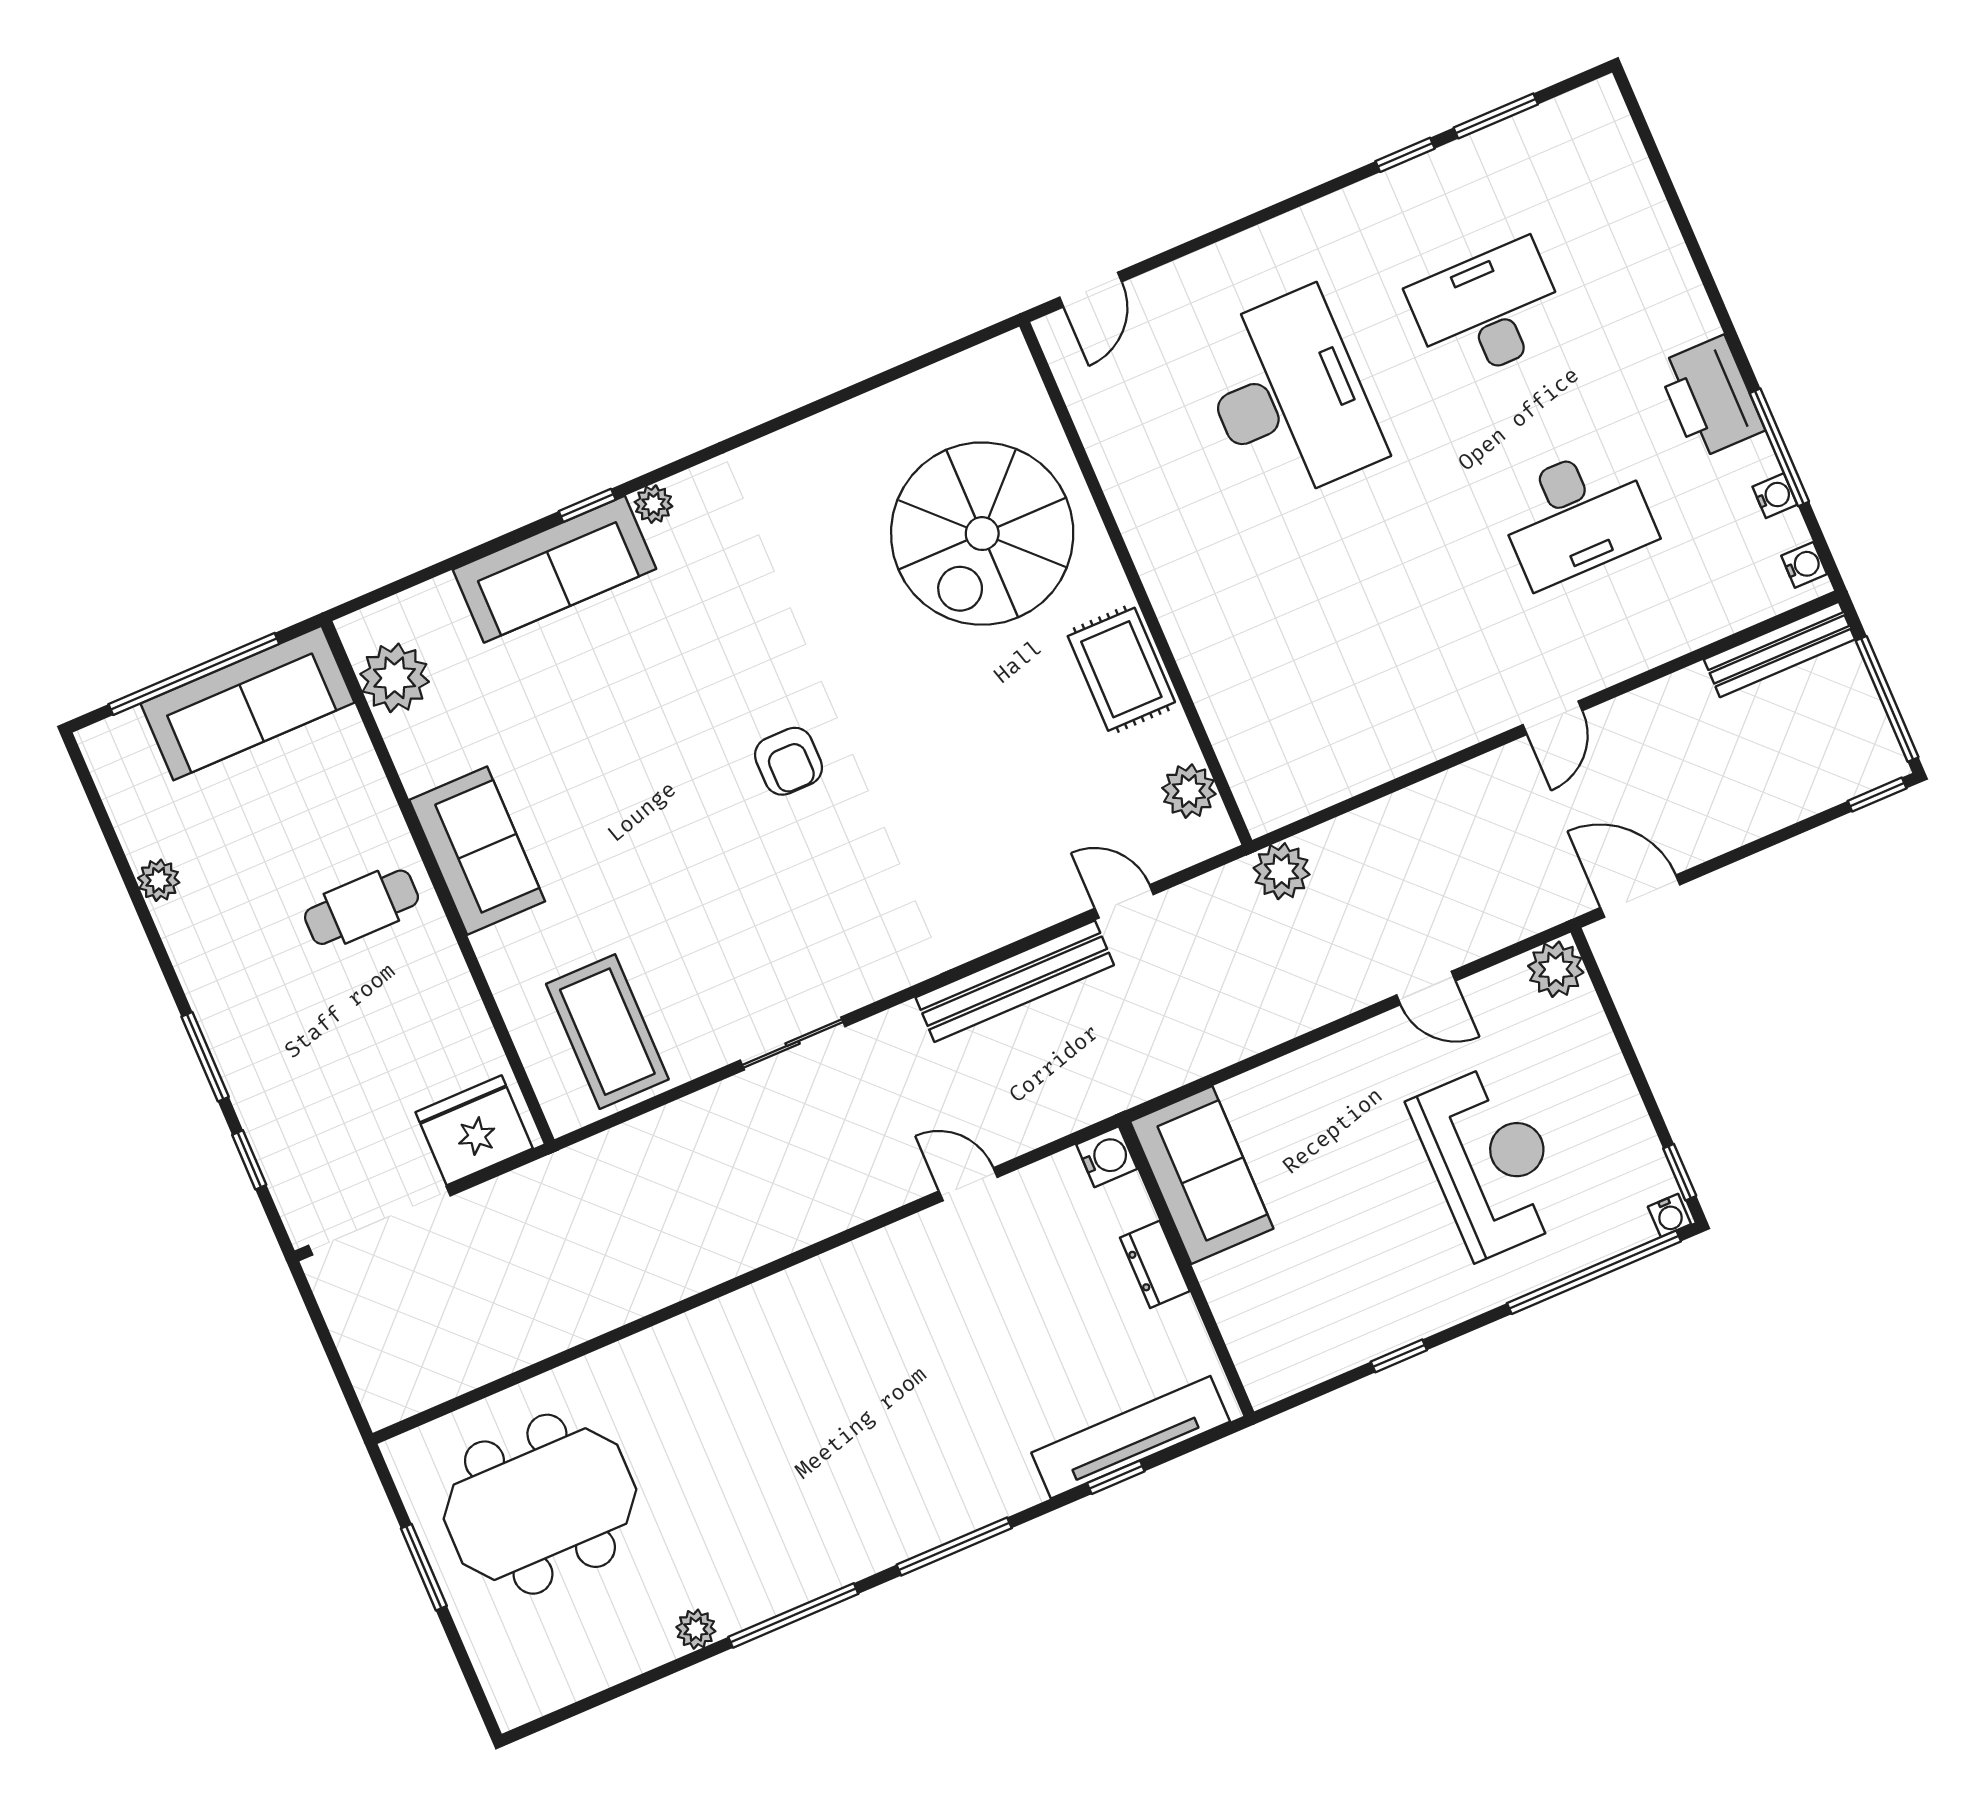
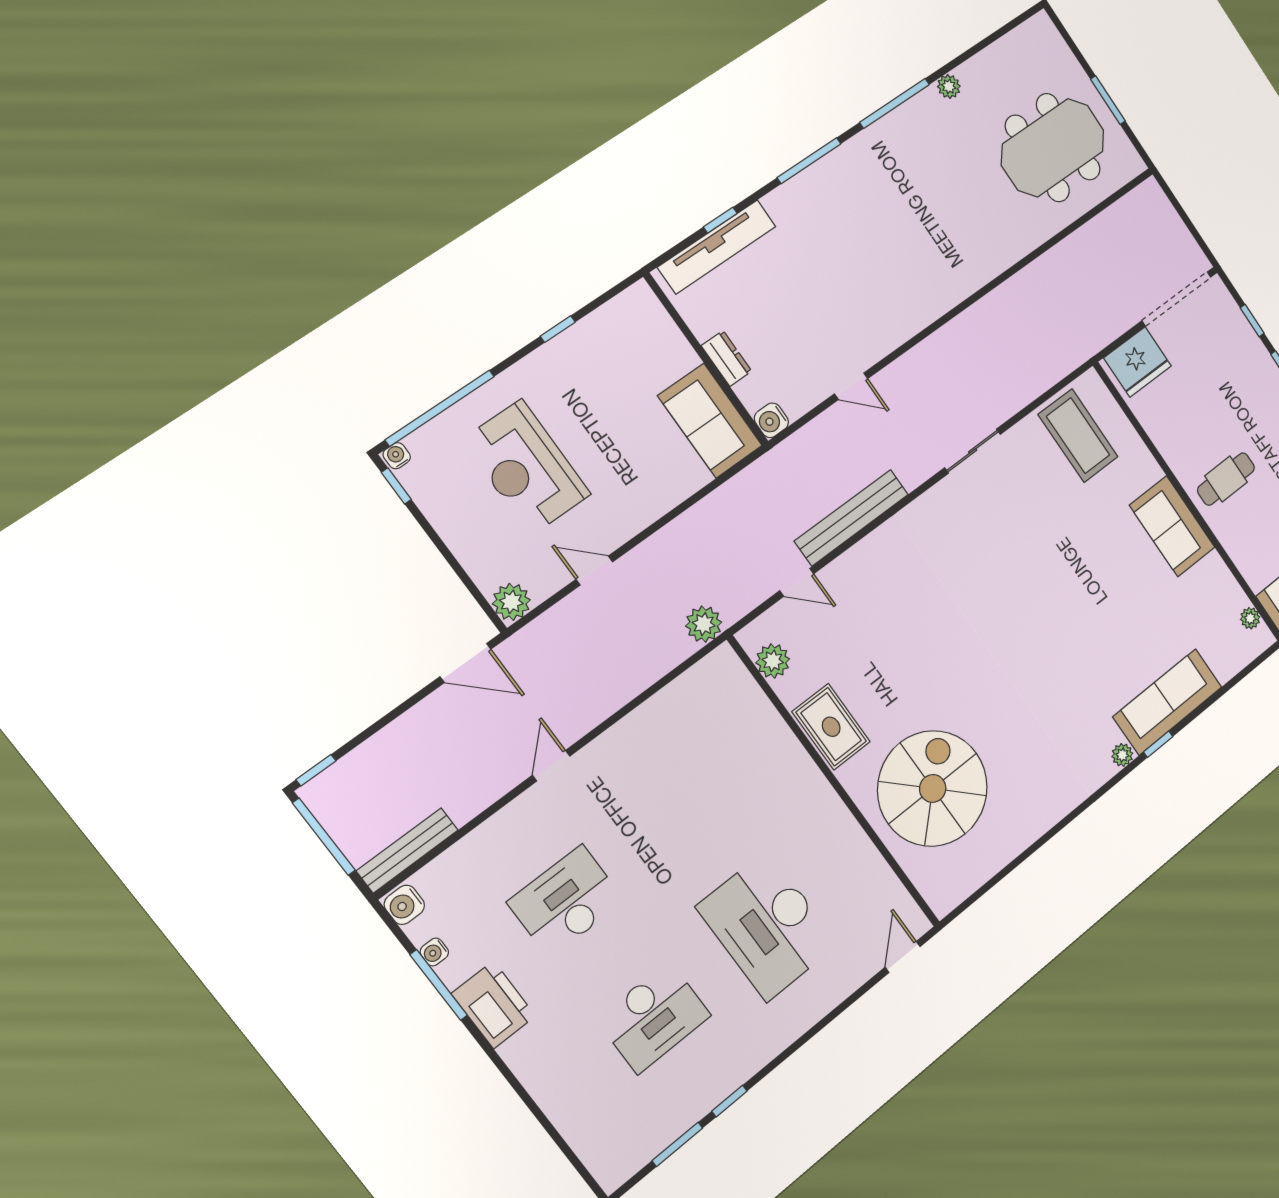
water cooler: (1804, 565) -> (404, 905), width x1.38, depth x1.38
plant: (395, 678) -> (1250, 618), width x0.53, depth x0.53
armchair: (789, 761) -> (1013, 621), removed

